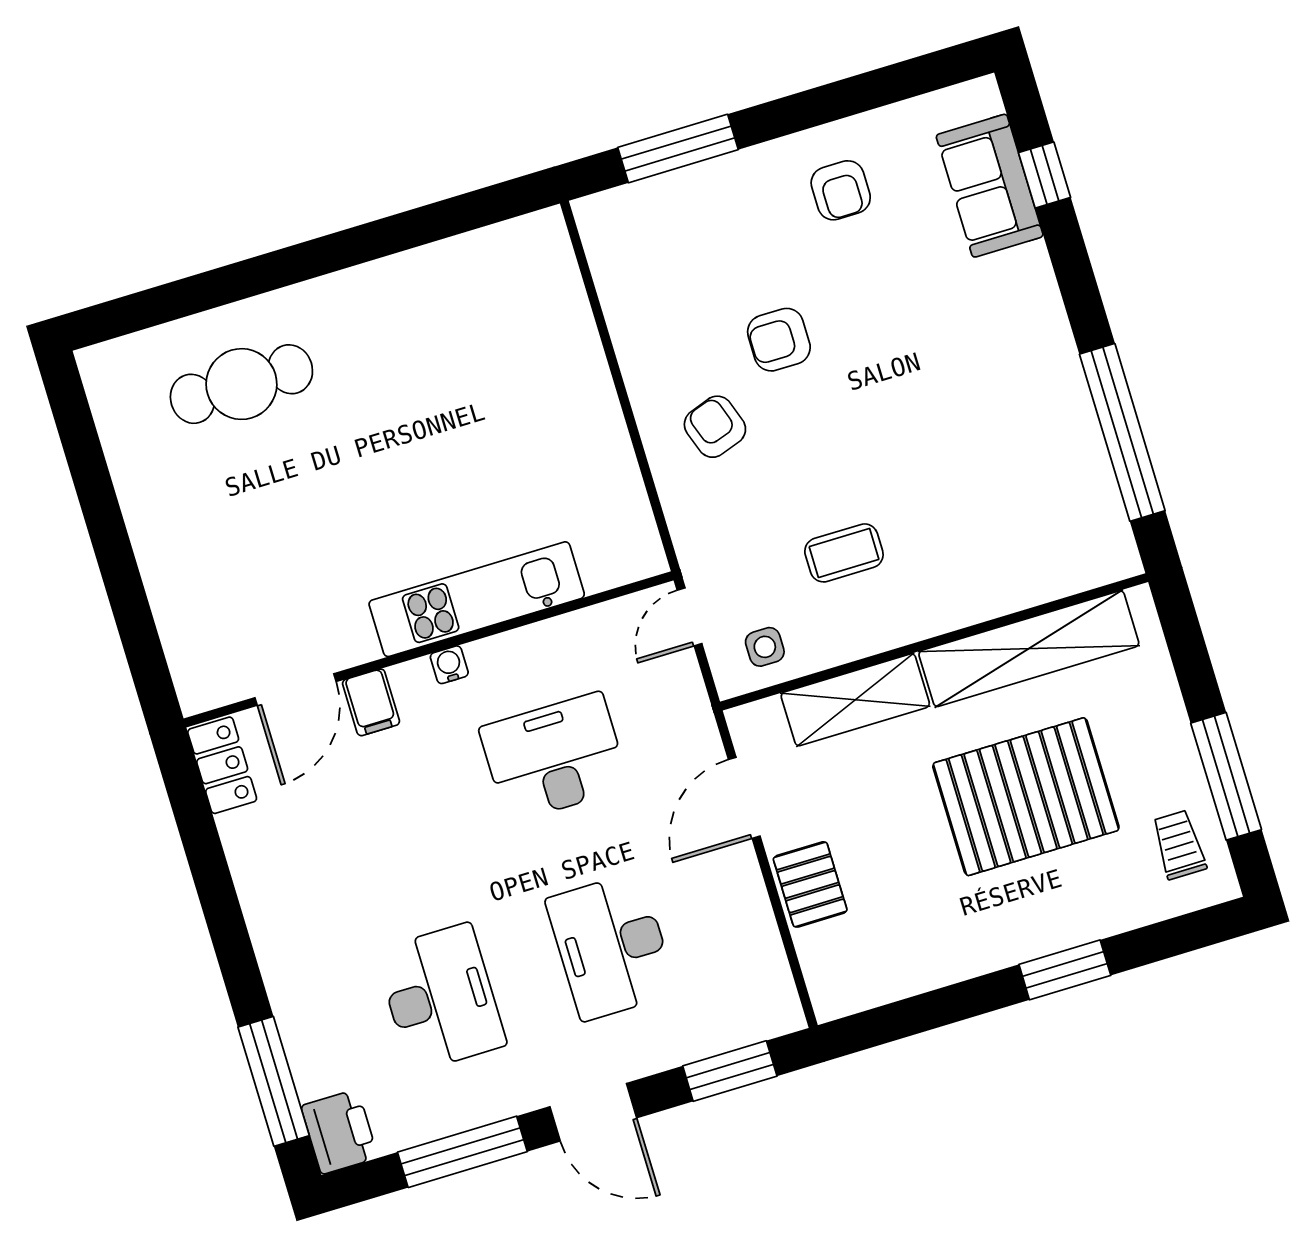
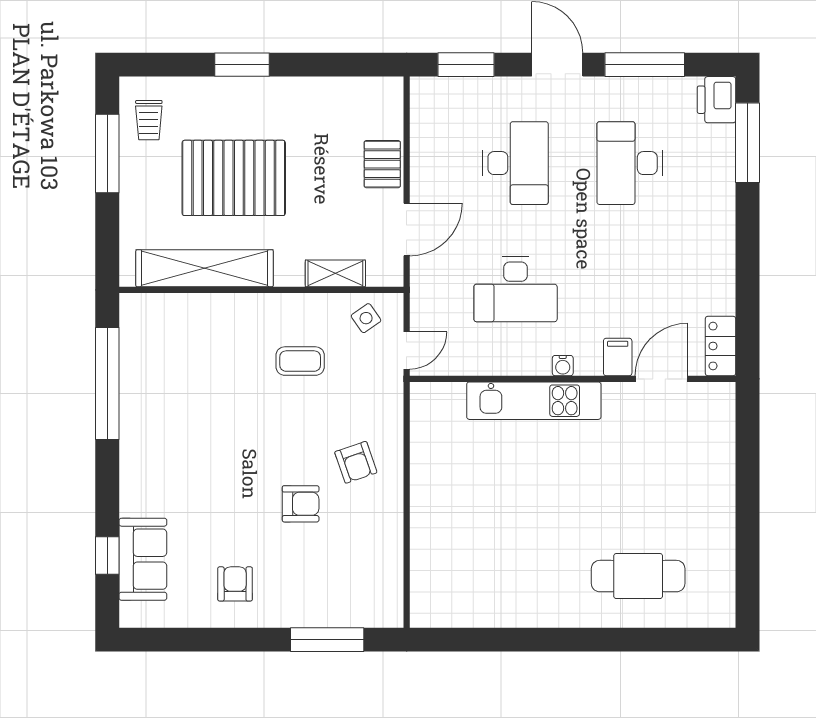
side table: (765, 647) -> (366, 318), turned -35
shelving: (855, 700) -> (335, 273), width x0.67, depth x0.75

